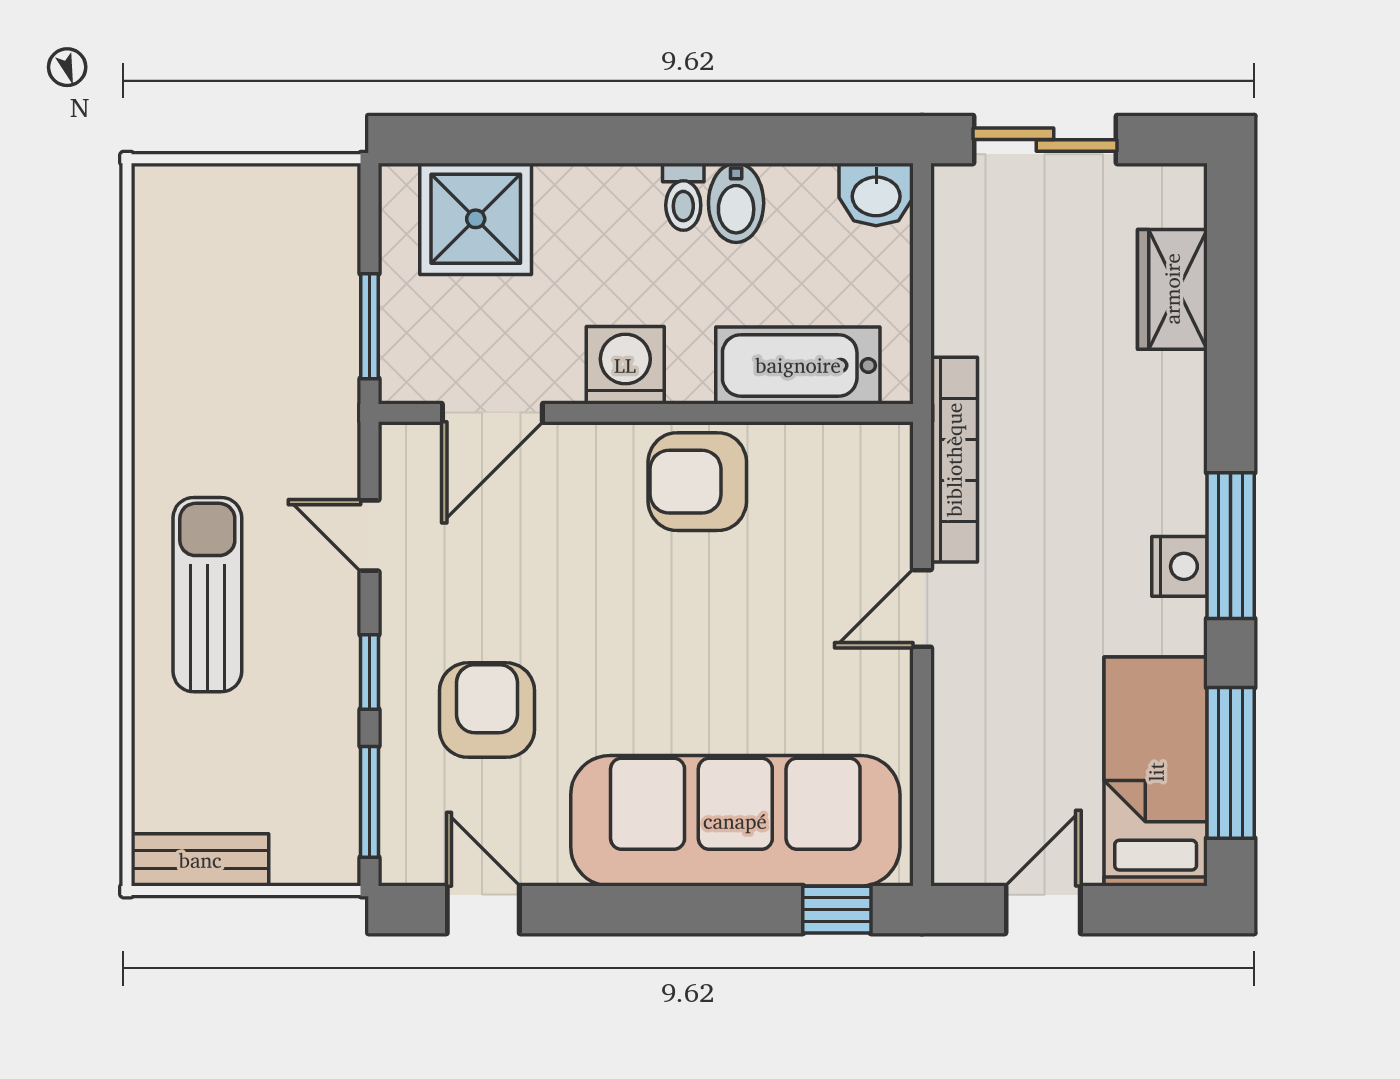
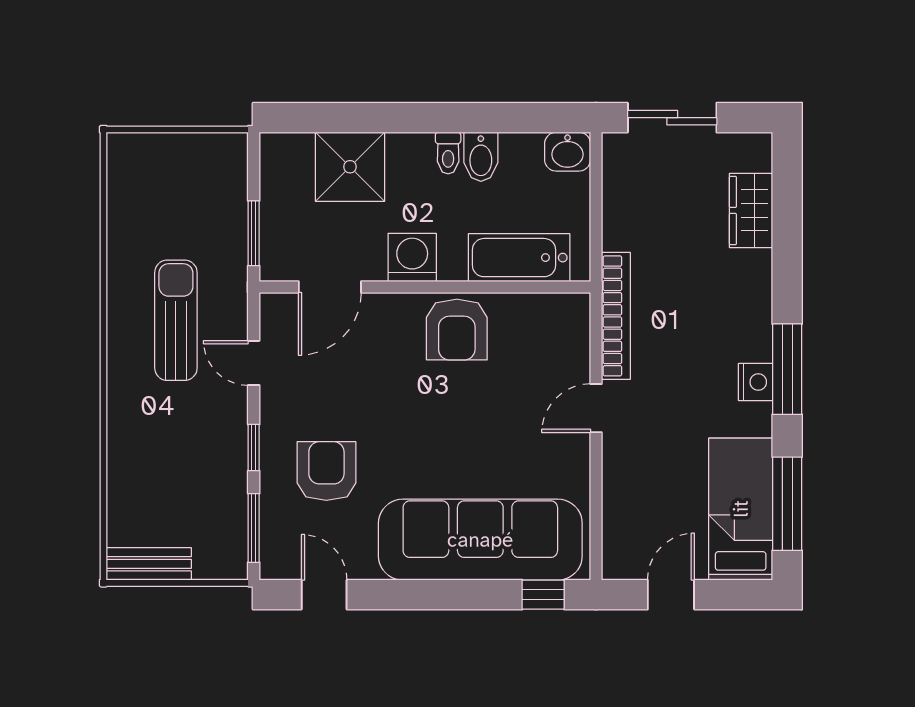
shower: (476, 219) -> (350, 167), moved
armchair: (697, 482) -> (457, 330), turned -90
sun lounger: (207, 595) -> (176, 320), moved

